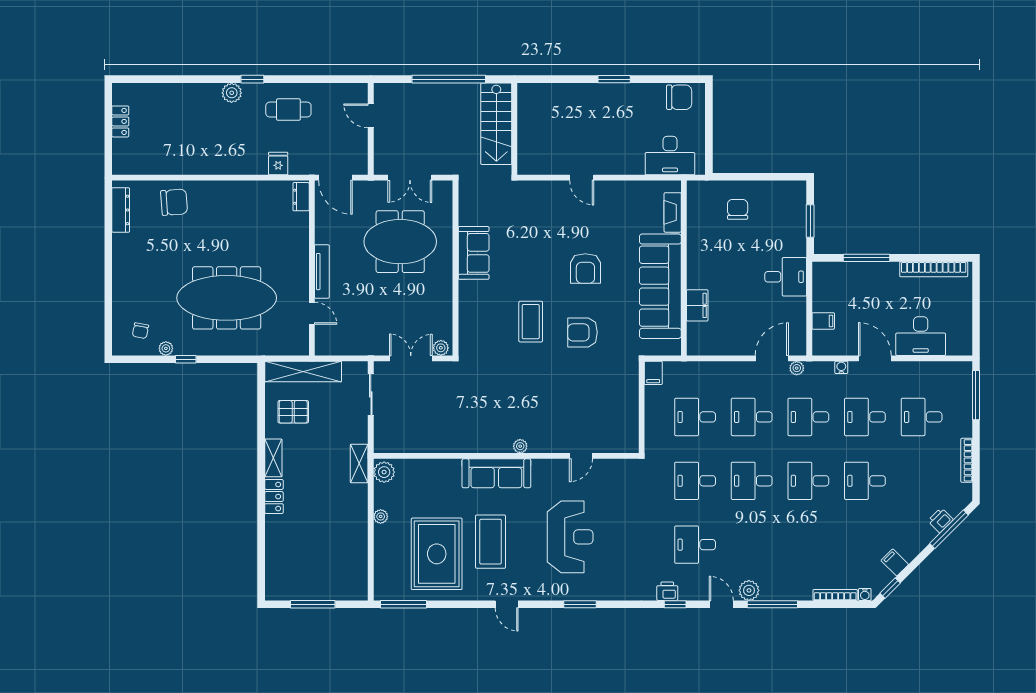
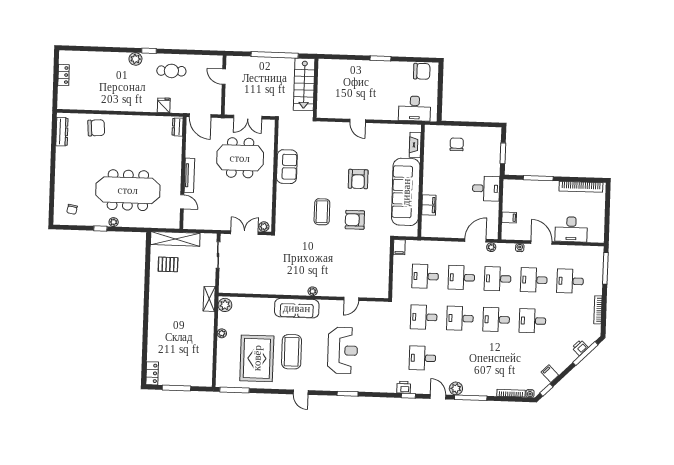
plant: (166, 348) -> (114, 222), moved
shelving: (273, 458) -> (154, 294), removed
locker: (274, 497) -> (152, 373), moved

